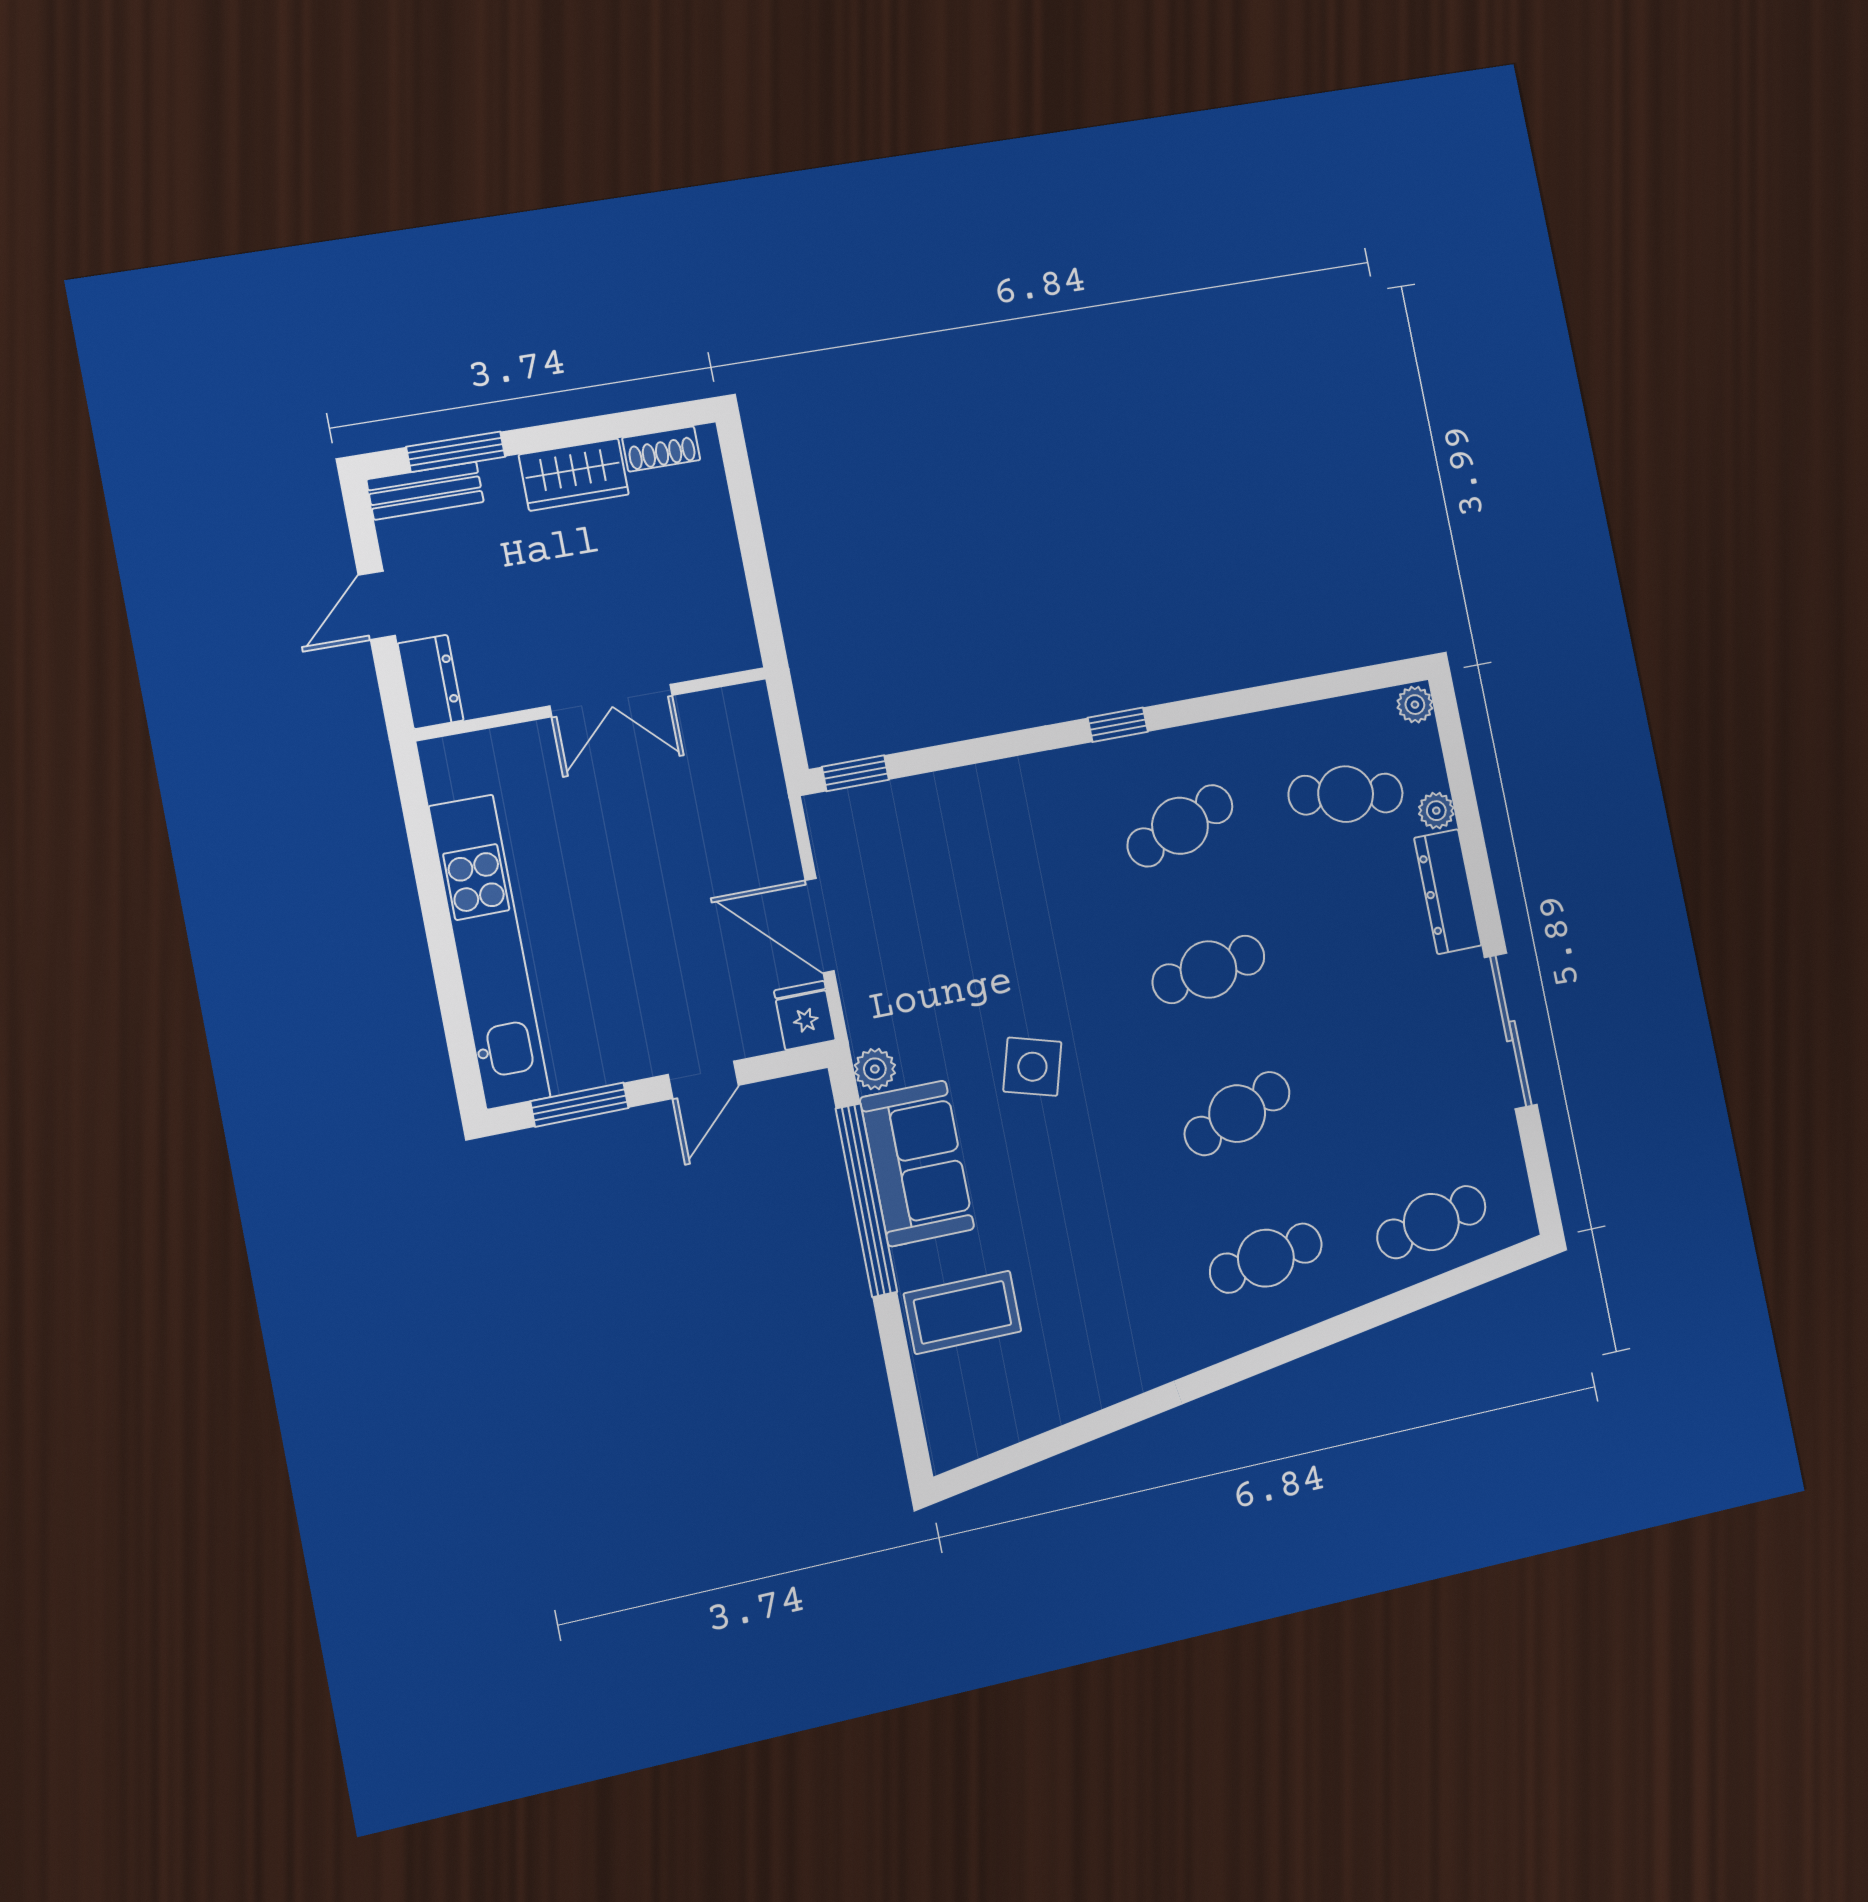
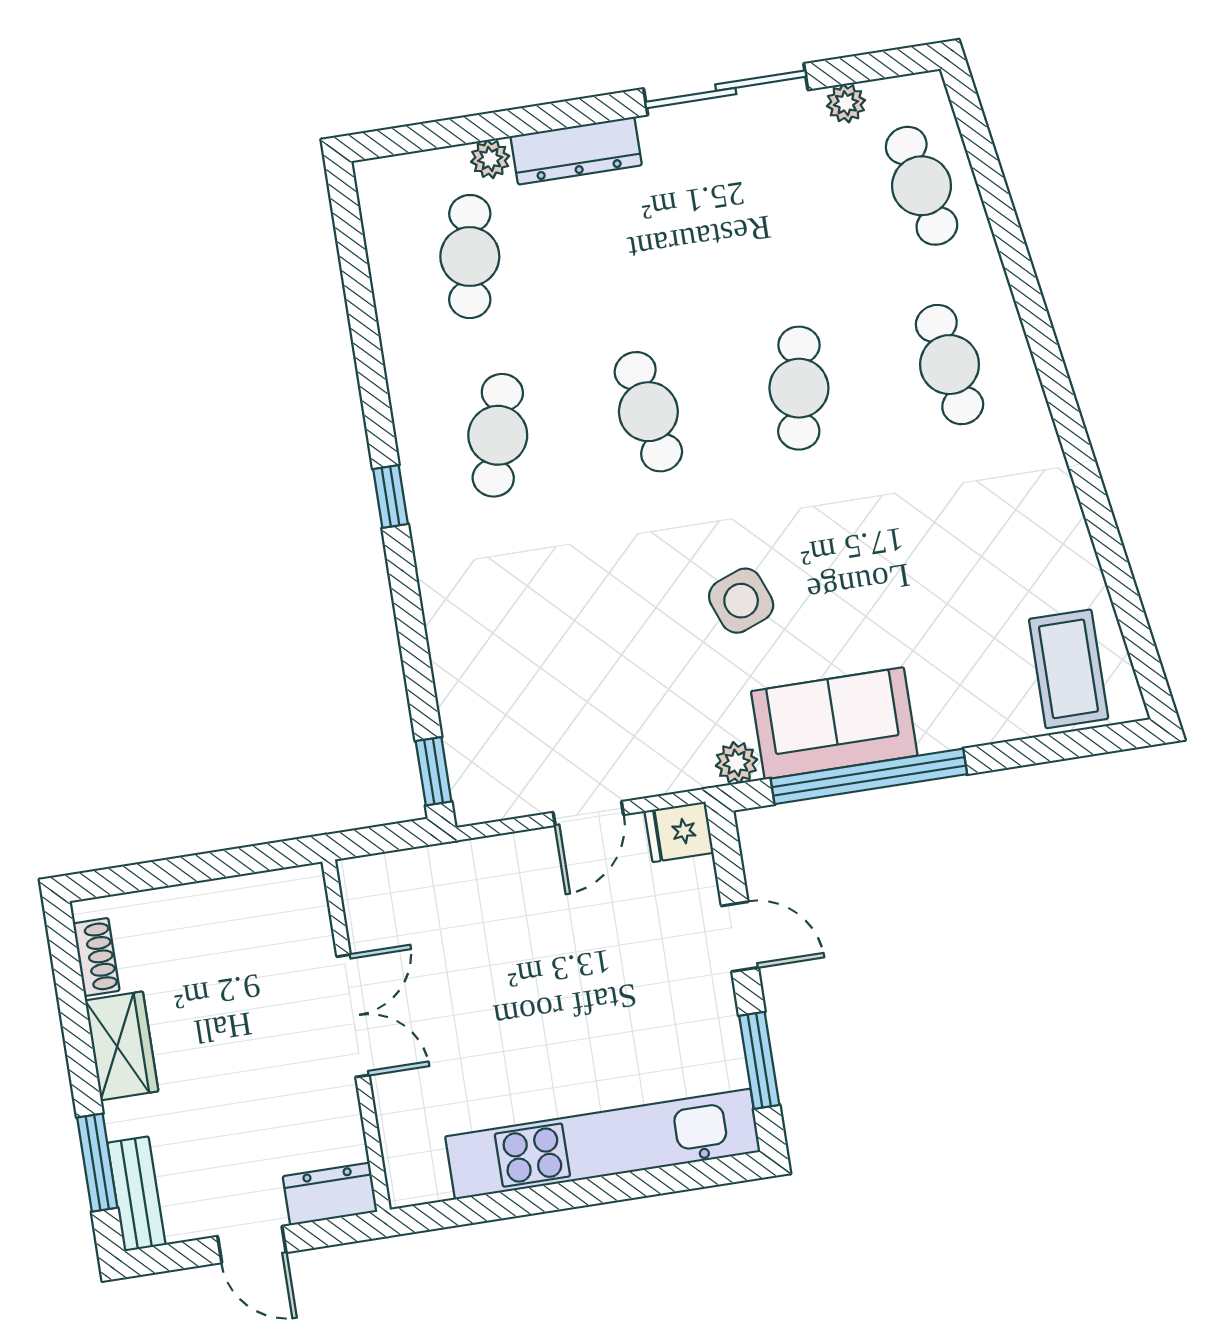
plant: (1415, 705) -> (846, 103), moved
cafe table: (1180, 826) -> (498, 435), turned 36
door: (820, 926) -> (588, 813), width x0.73
side table: (1032, 1067) -> (741, 601), turned -37
cafe table: (1237, 1114) -> (799, 388), turned 30
coffee table: (963, 1312) -> (1069, 669), moved

